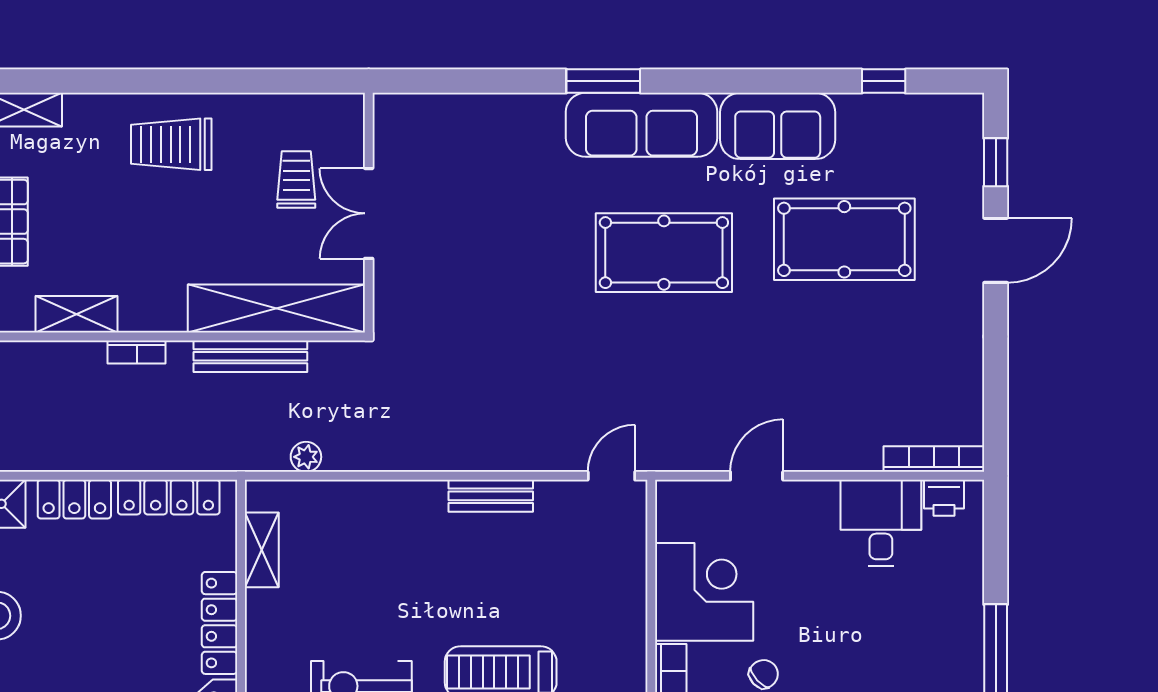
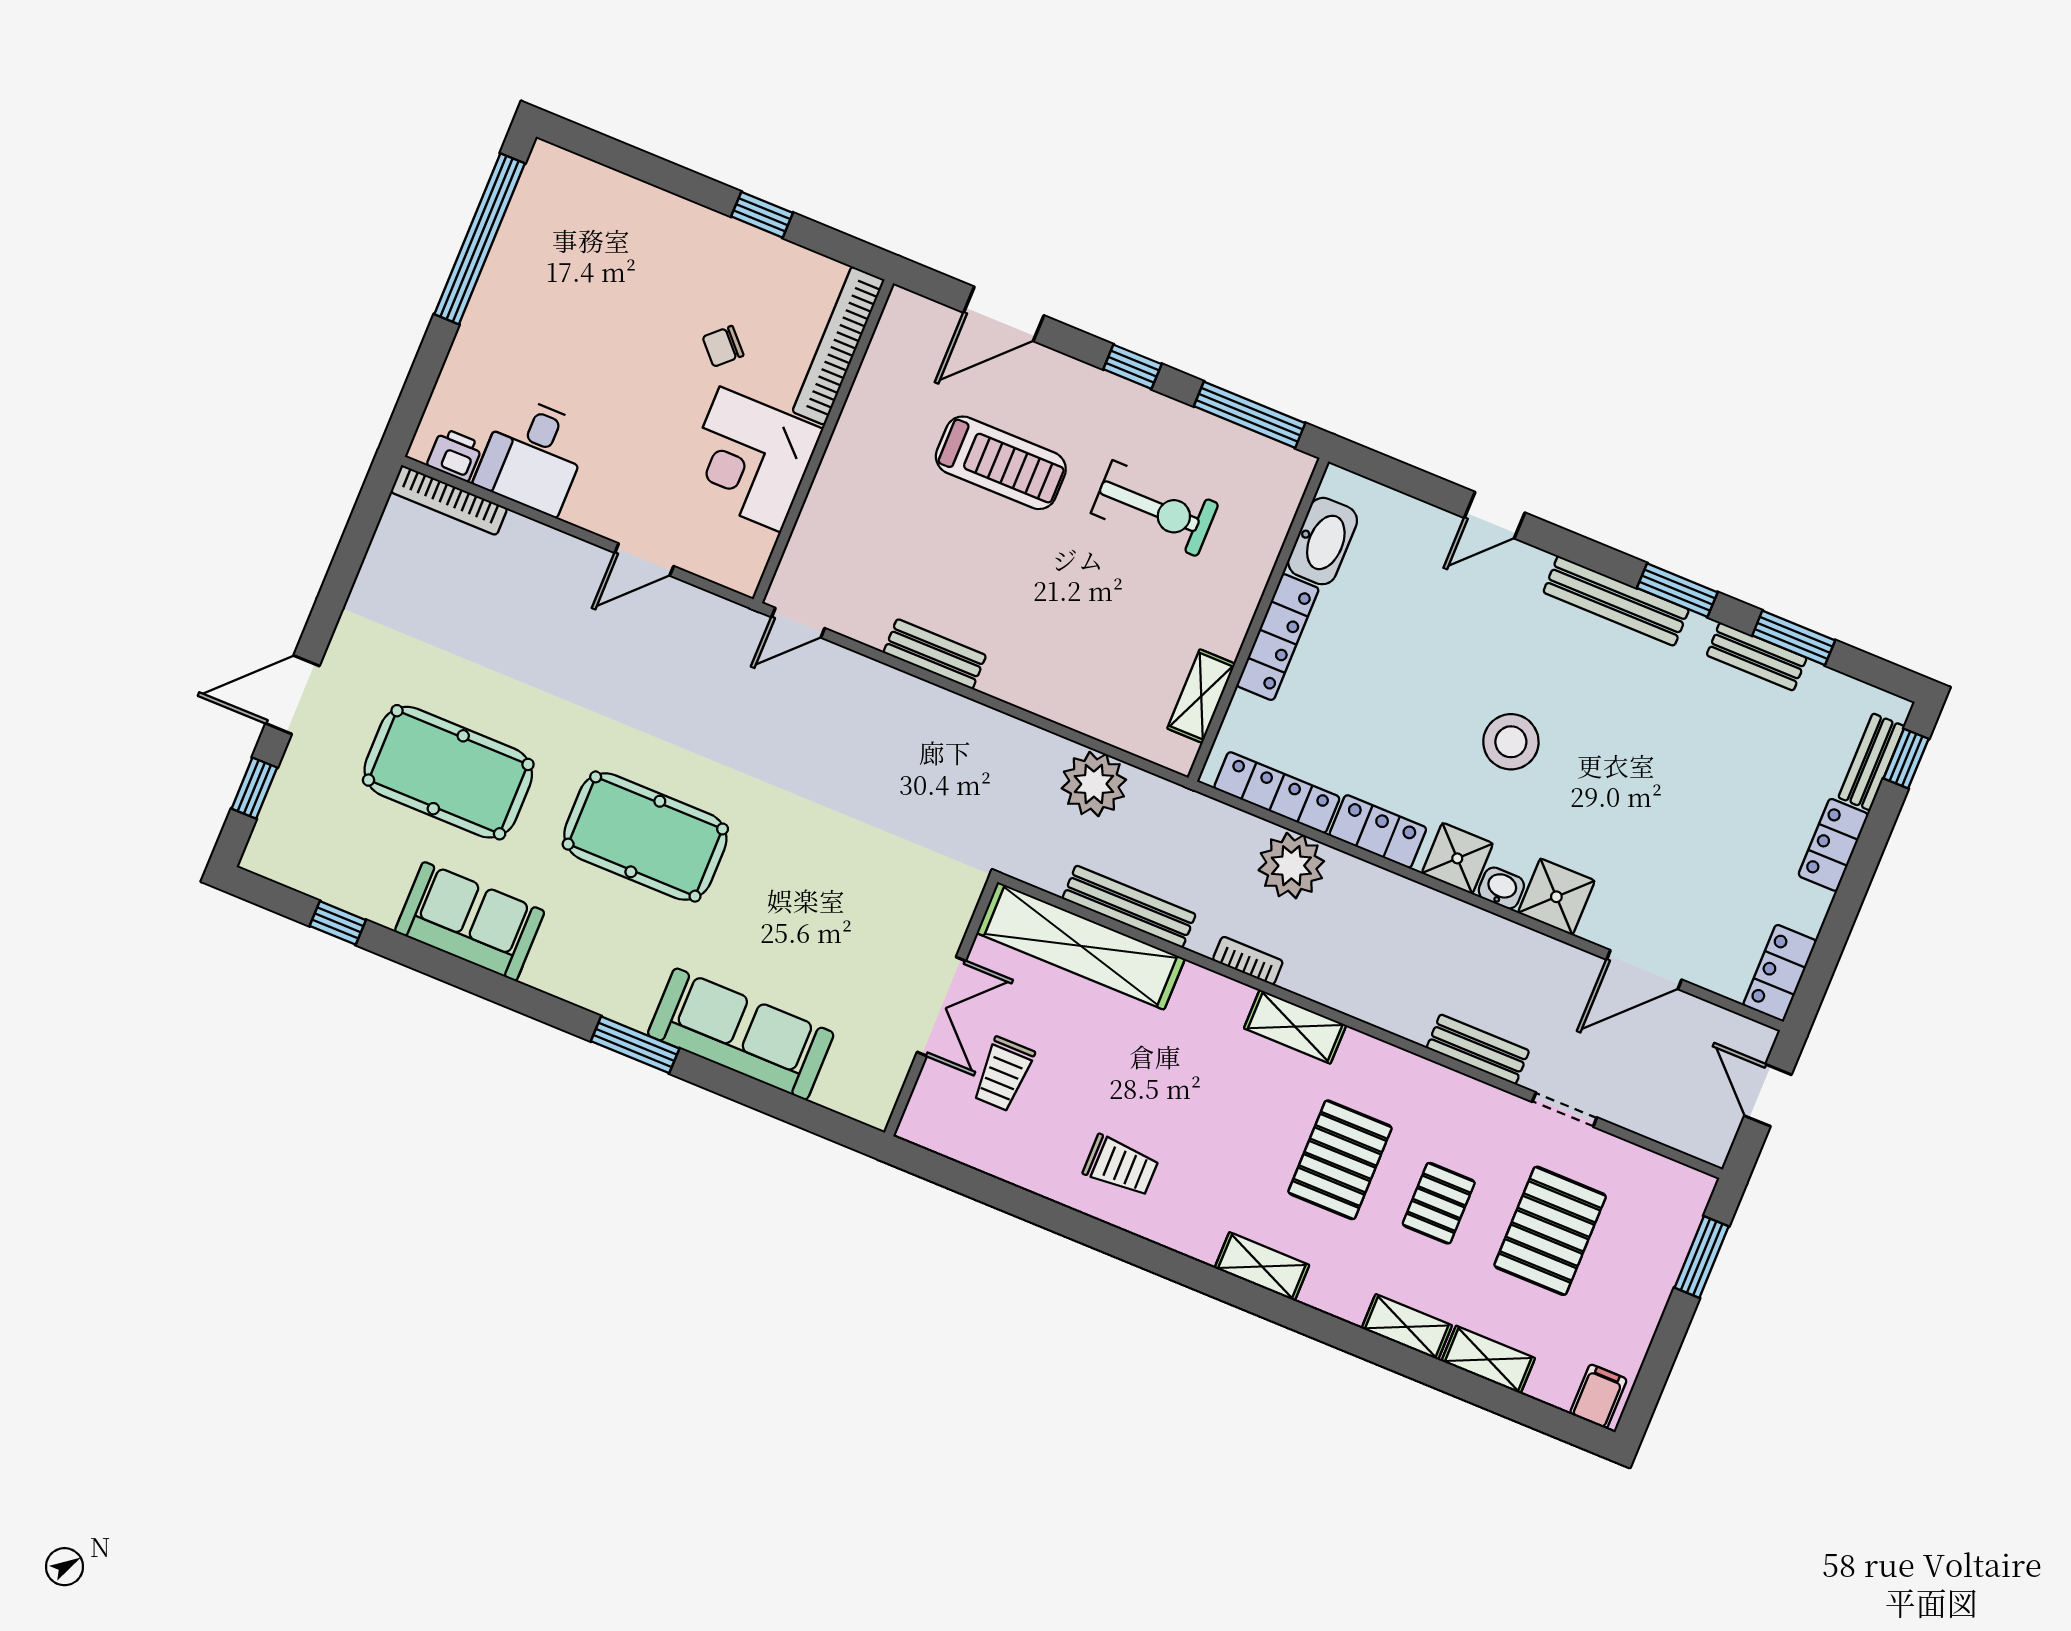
sofa: (642, 125) -> (741, 1034), moved
trolley: (171, 144) -> (1121, 1166), width x0.73, depth x0.72
plant: (133, 443) -> (1291, 866), added
plant: (306, 457) -> (1094, 784), width x1.88, depth x1.88

